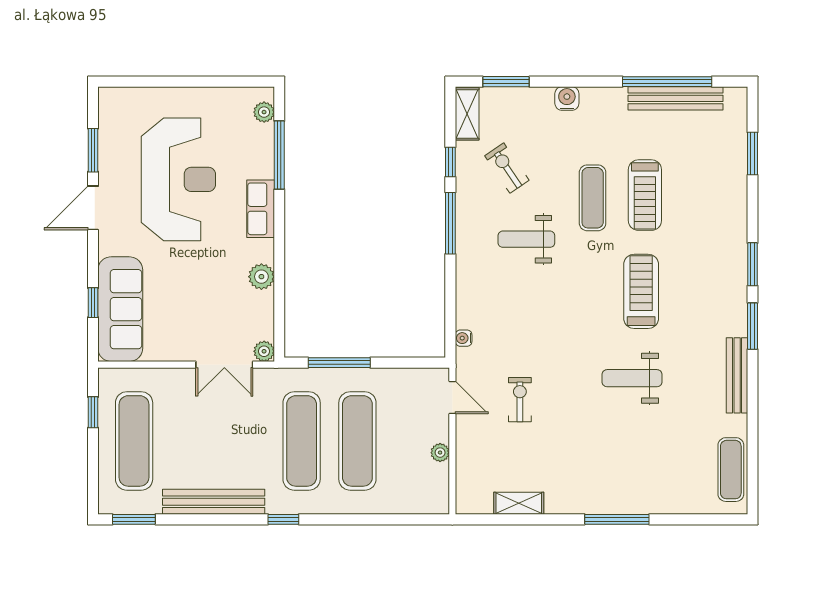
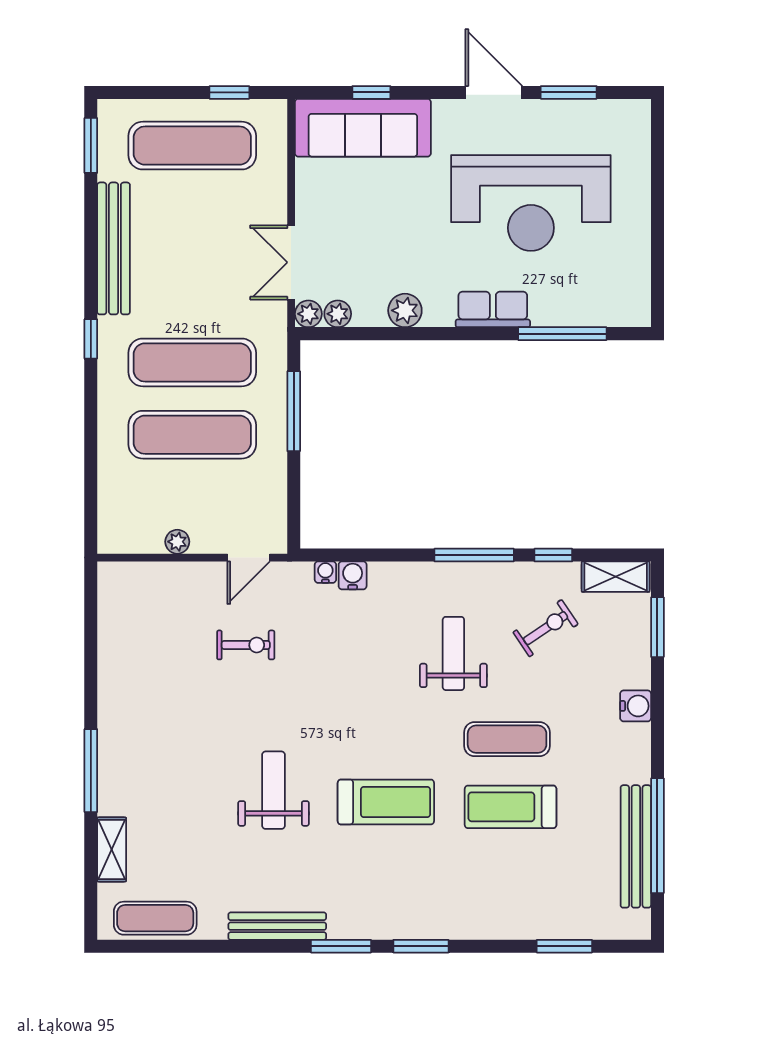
plant: (264, 112) -> (338, 314), moved
water cooler: (466, 317) -> (353, 575), added
shelving: (519, 503) -> (112, 849), moved

